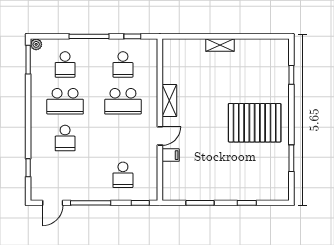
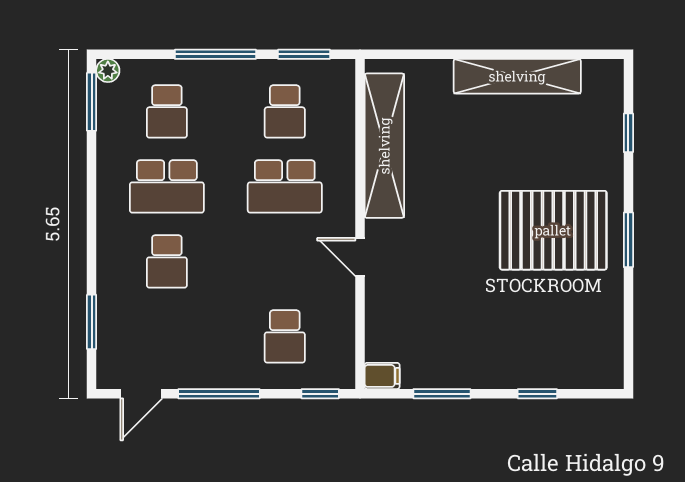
window: (132, 36) -> (304, 54), width x1.50
shelving: (220, 45) -> (517, 76), width x2.20, depth x1.33
shelving: (169, 101) -> (384, 146), width x2.20, depth x1.33
door: (160, 136) -> (360, 257), swing flipped
filing cabinet: (171, 155) -> (382, 376), moved
window: (291, 158) -> (628, 240), moved
window: (28, 168) -> (92, 322), width x1.50

